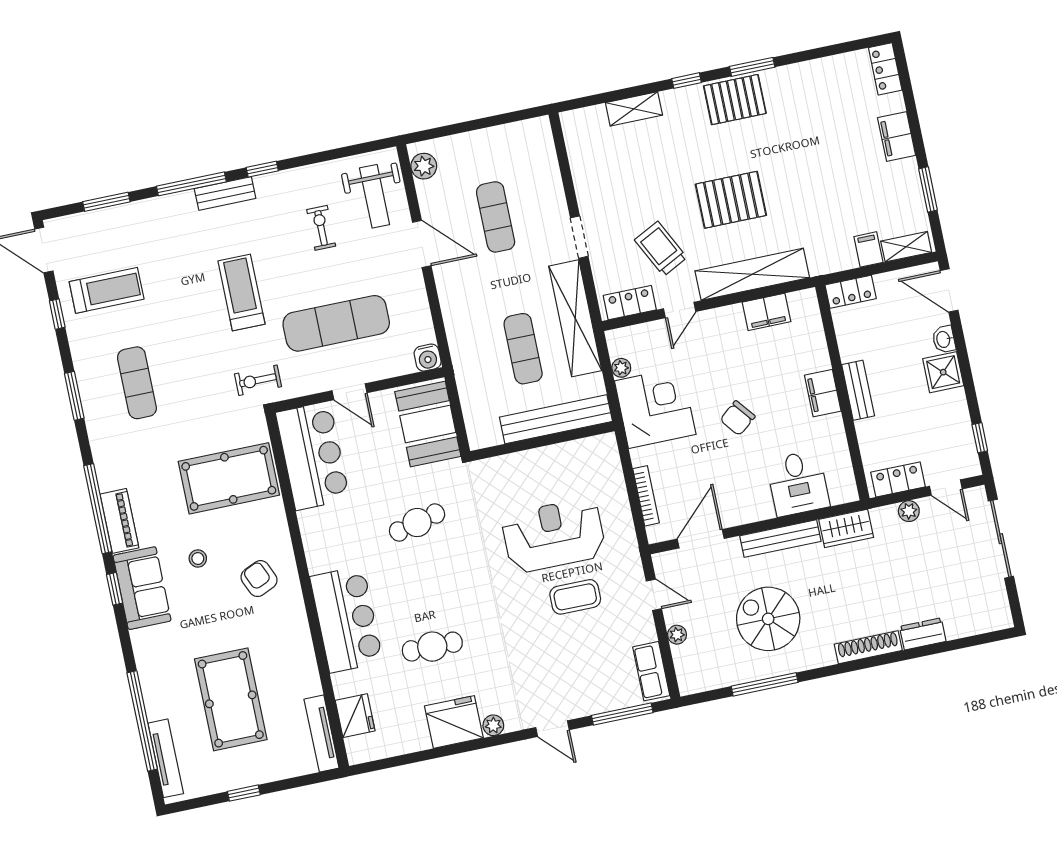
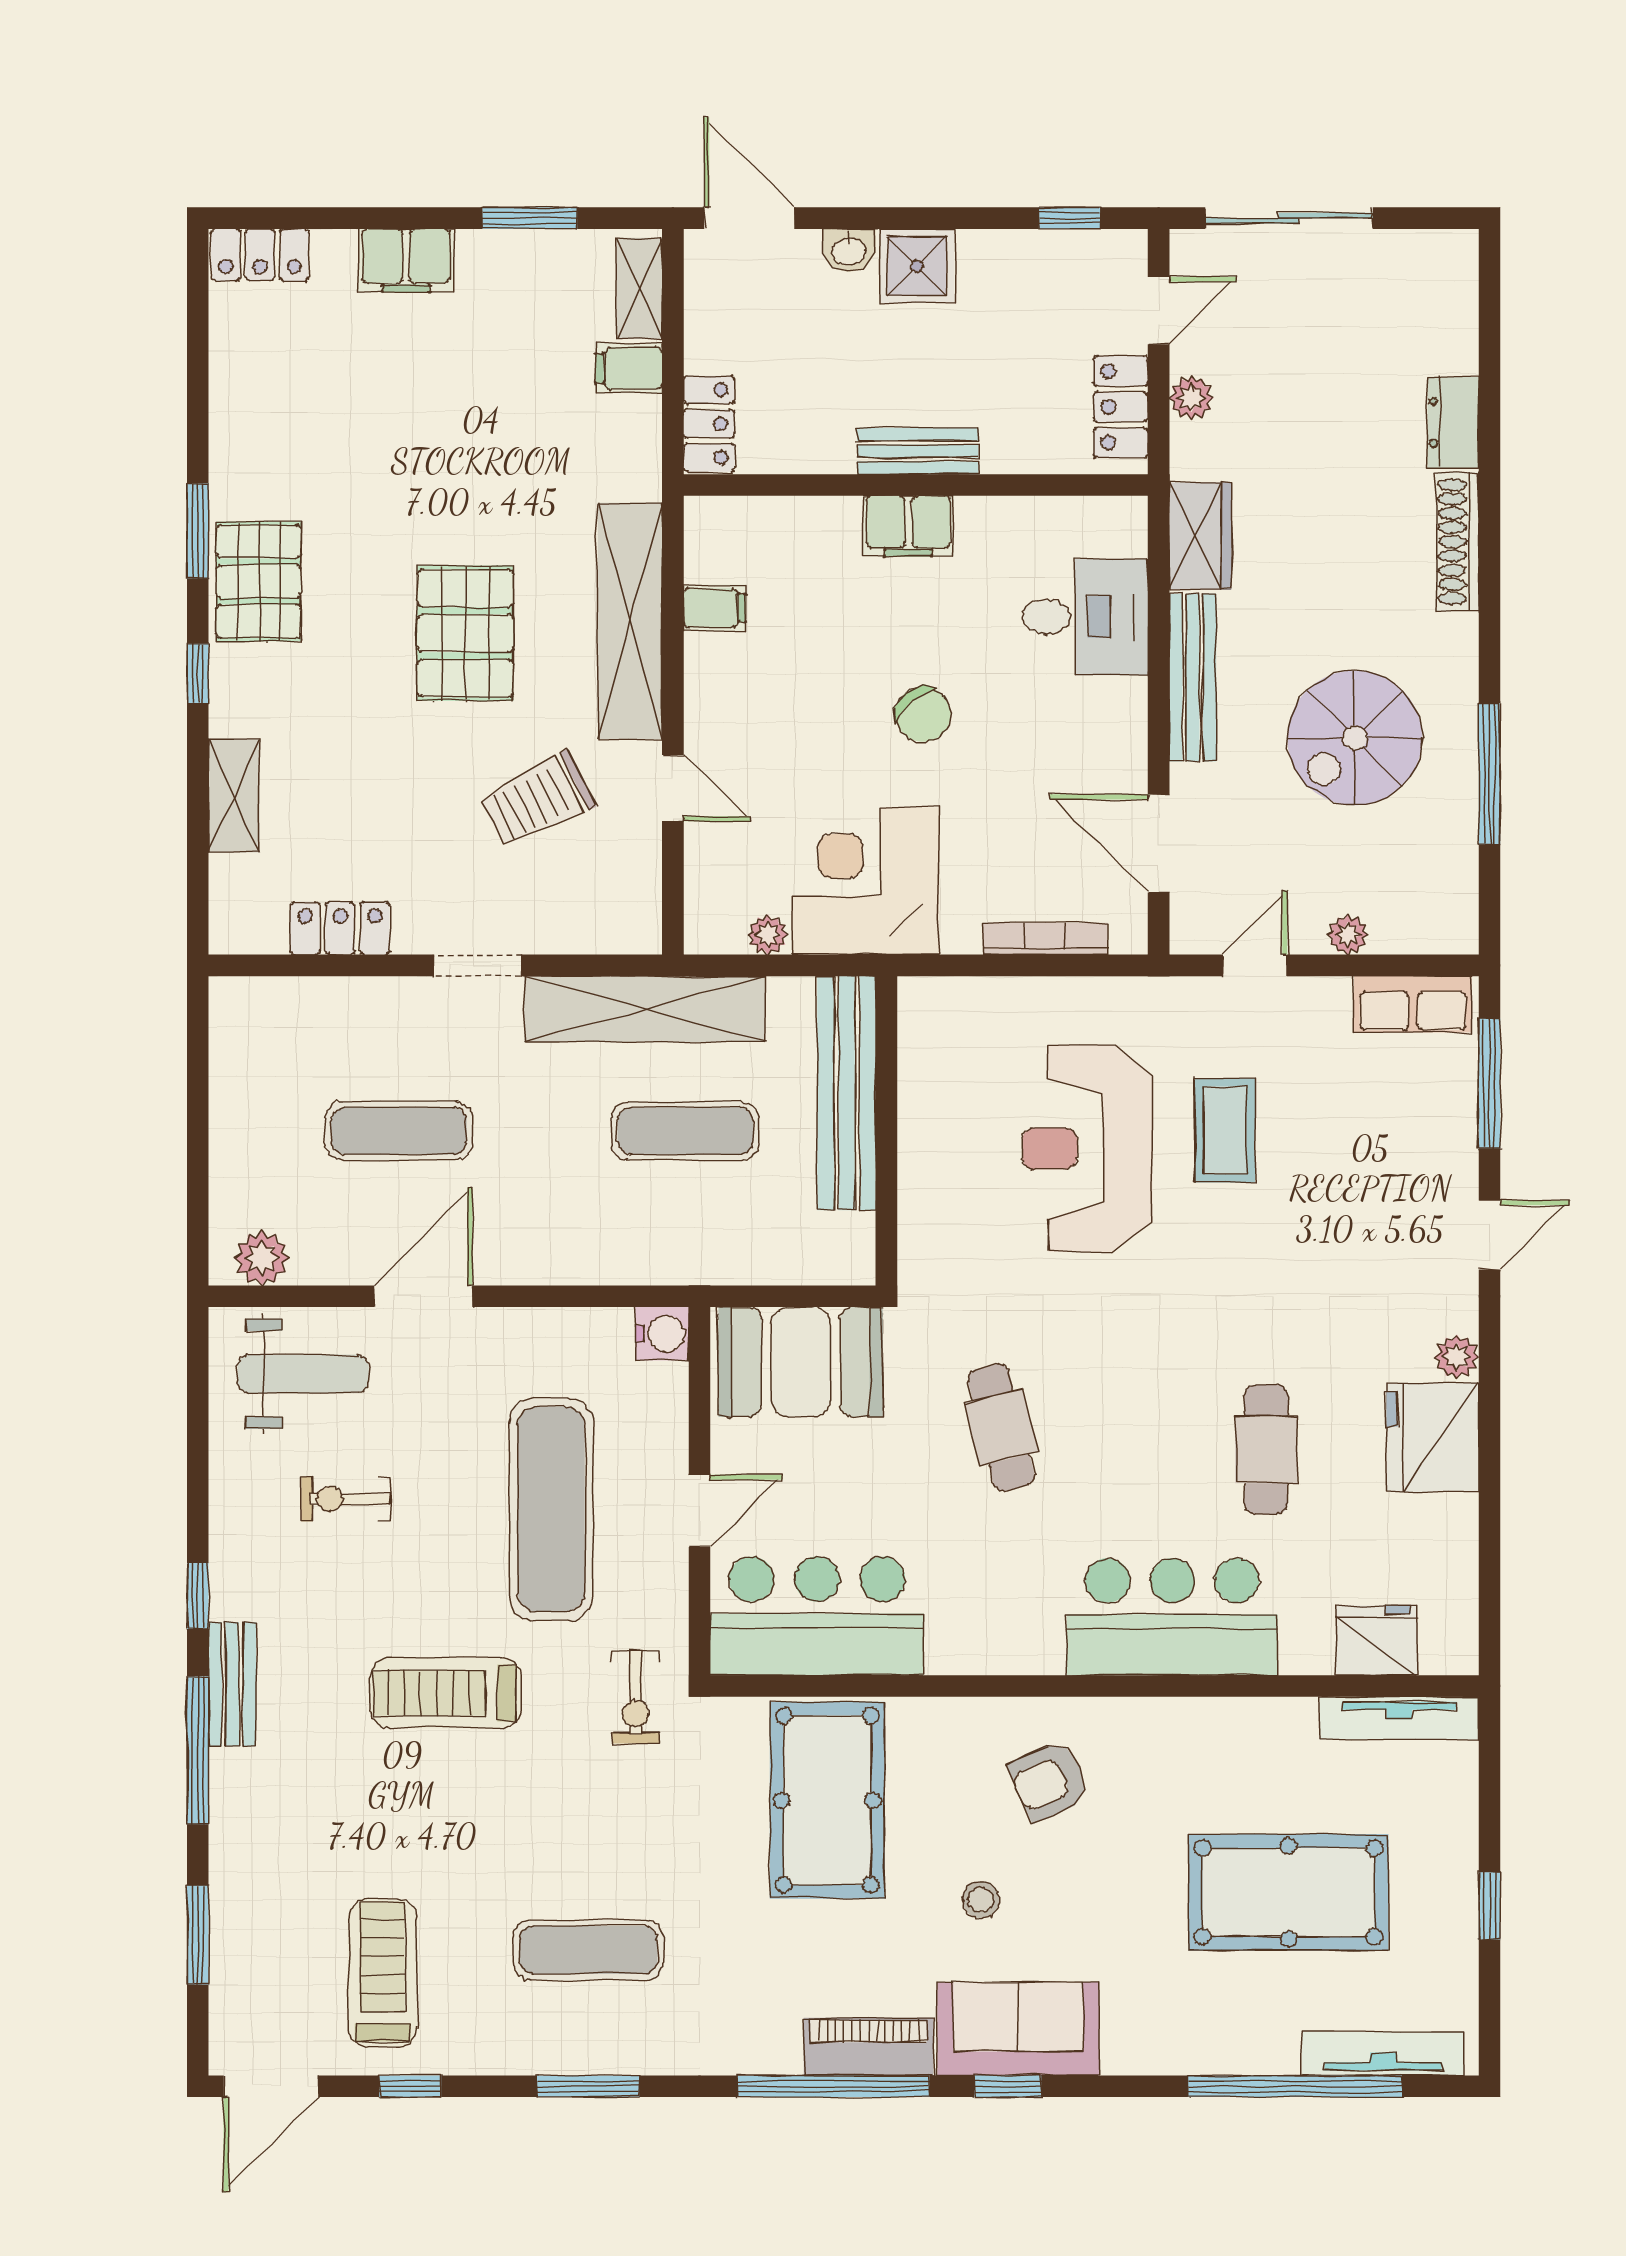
door: (949, 290) -> (749, 218), swing flipped
locker: (630, 303) -> (340, 928), moved, turned 90
filing cabinet: (766, 312) -> (715, 608), width x0.50

